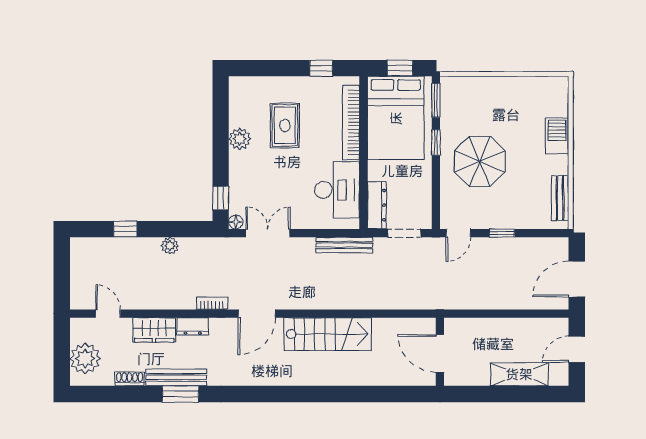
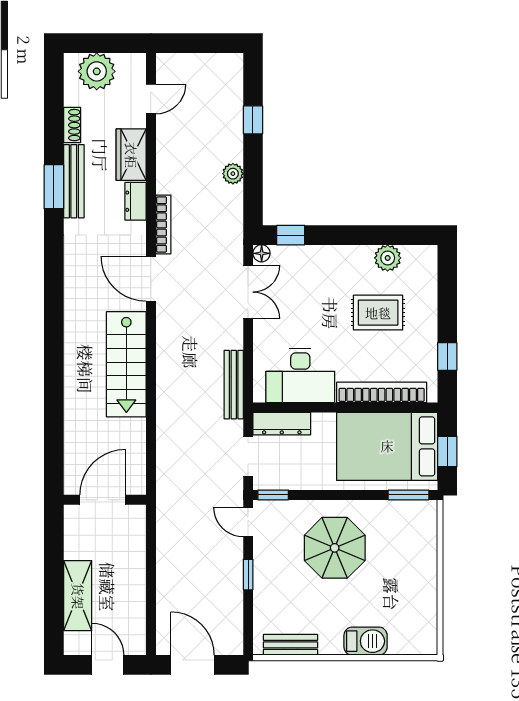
plant: (240, 139) -> (388, 258), moved
window: (436, 142) -> (273, 495), moved
bookcase: (212, 303) -> (163, 224), width x1.56

